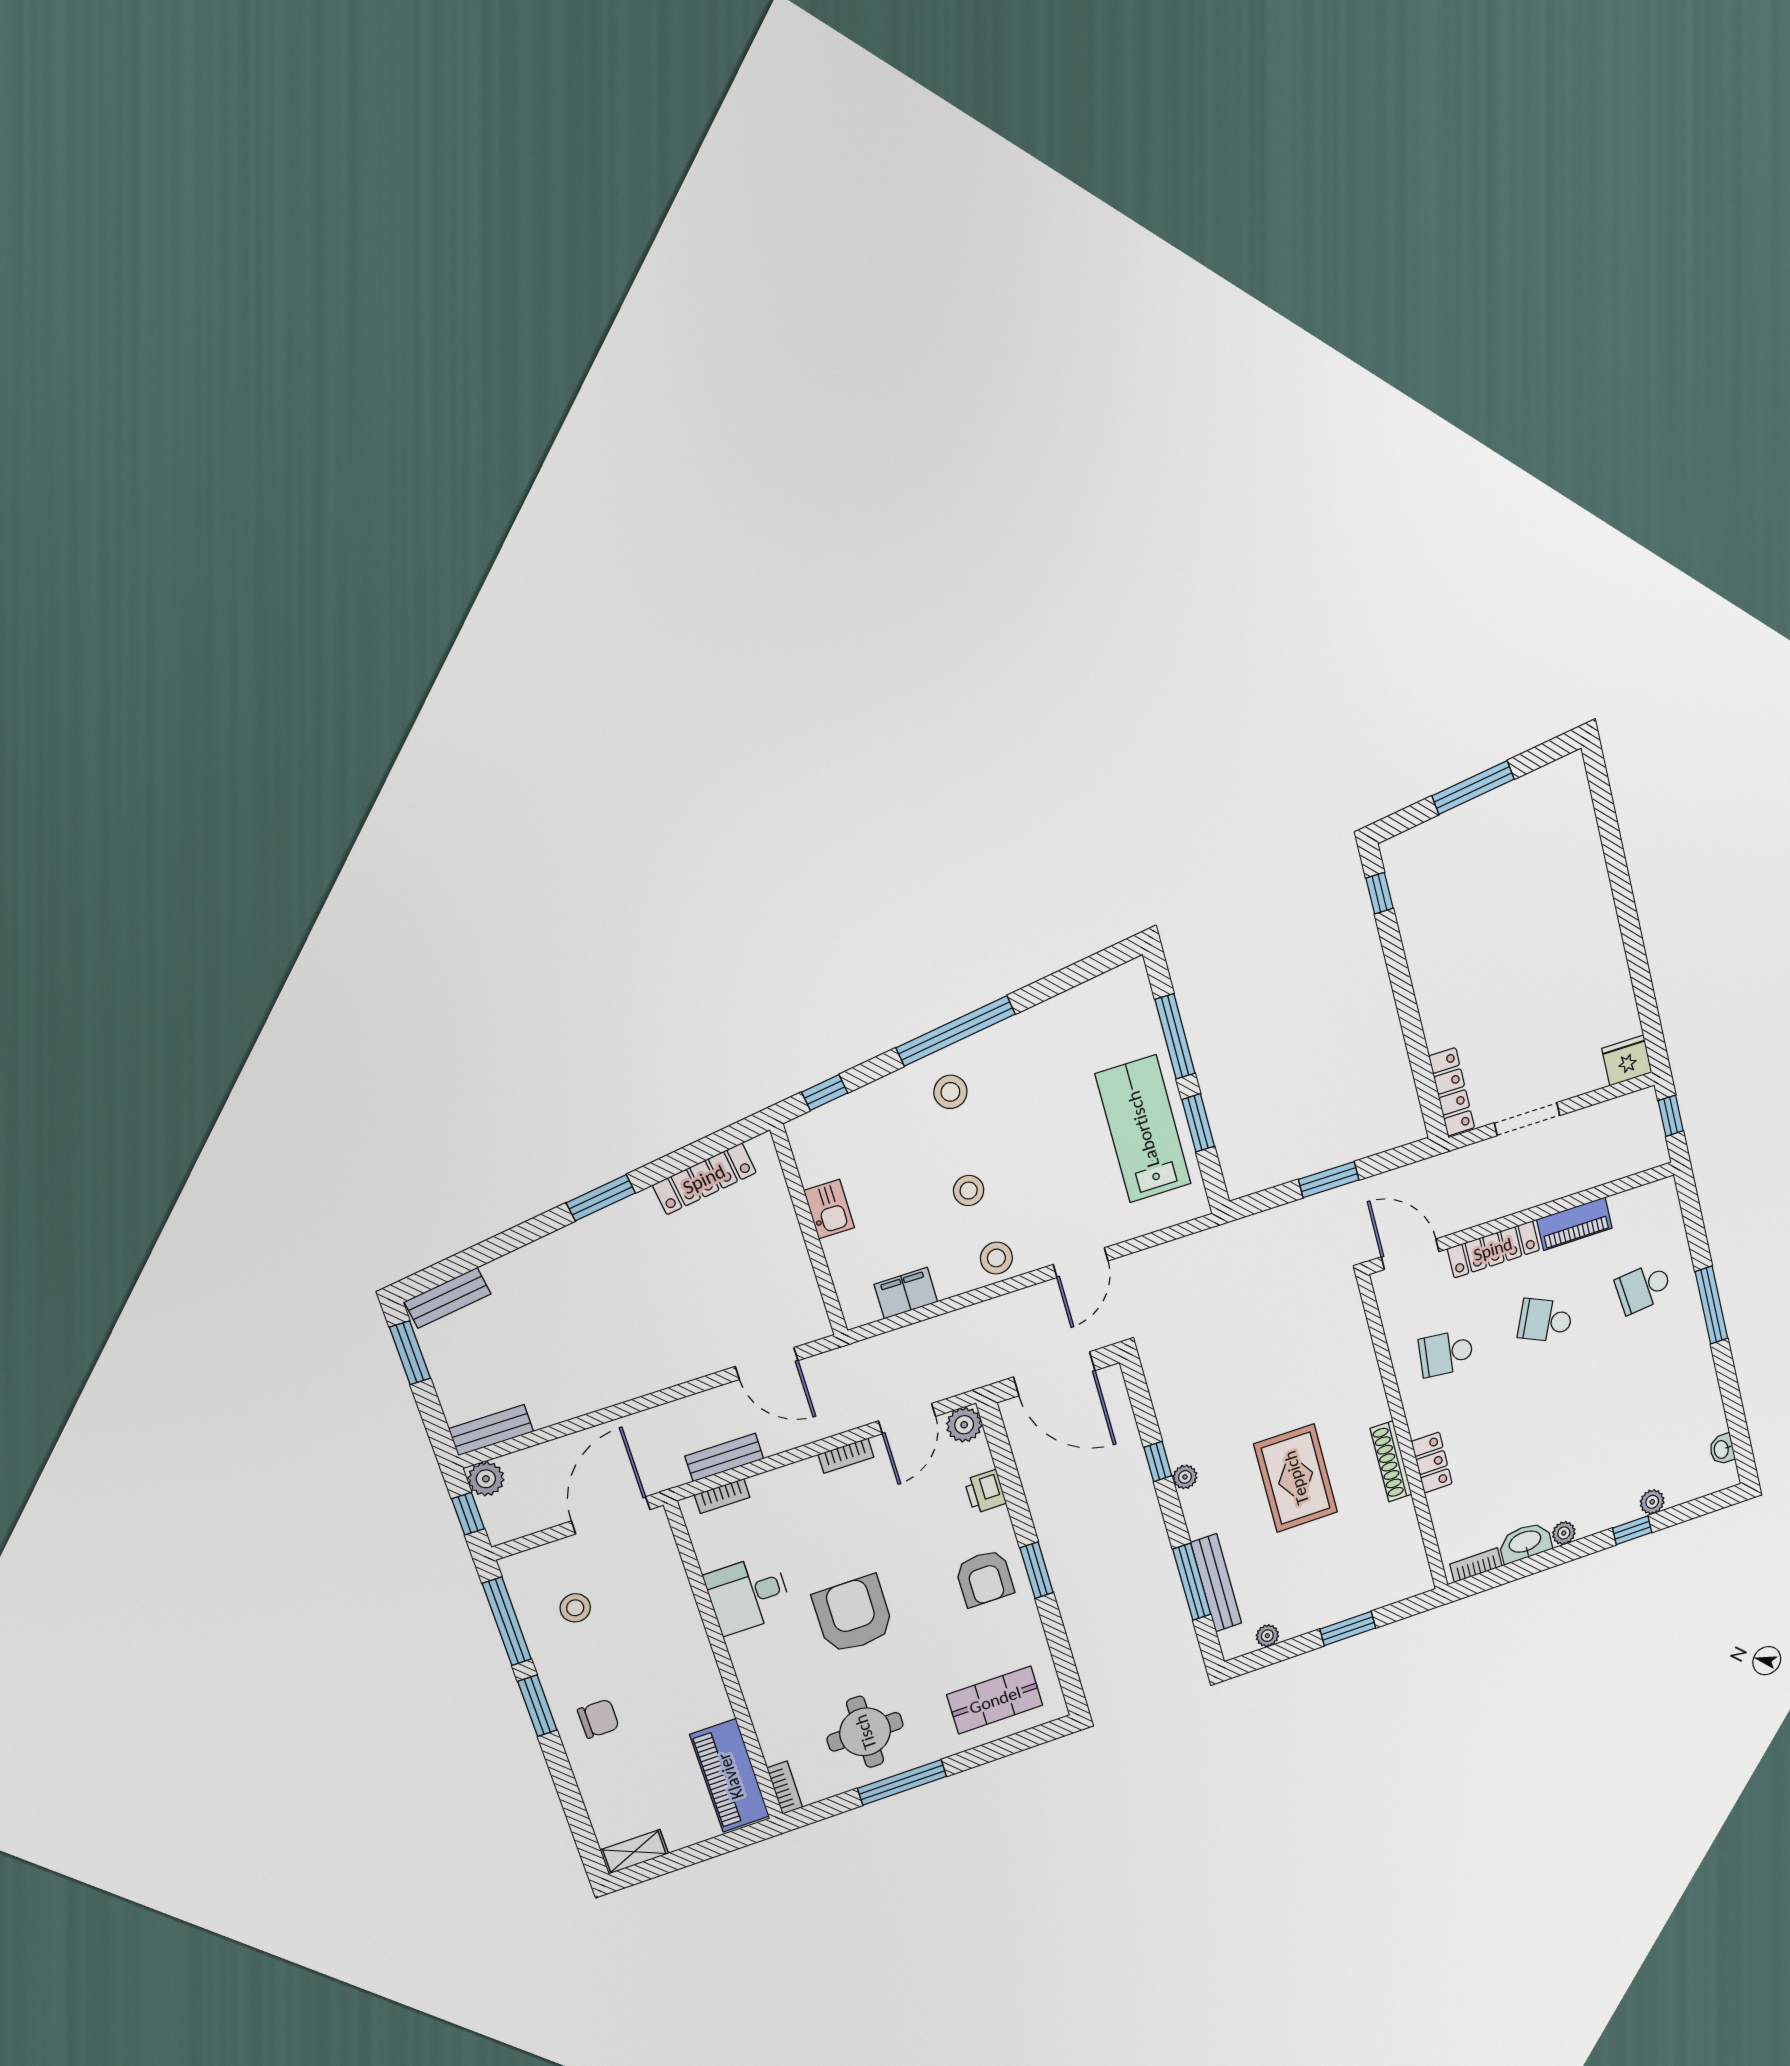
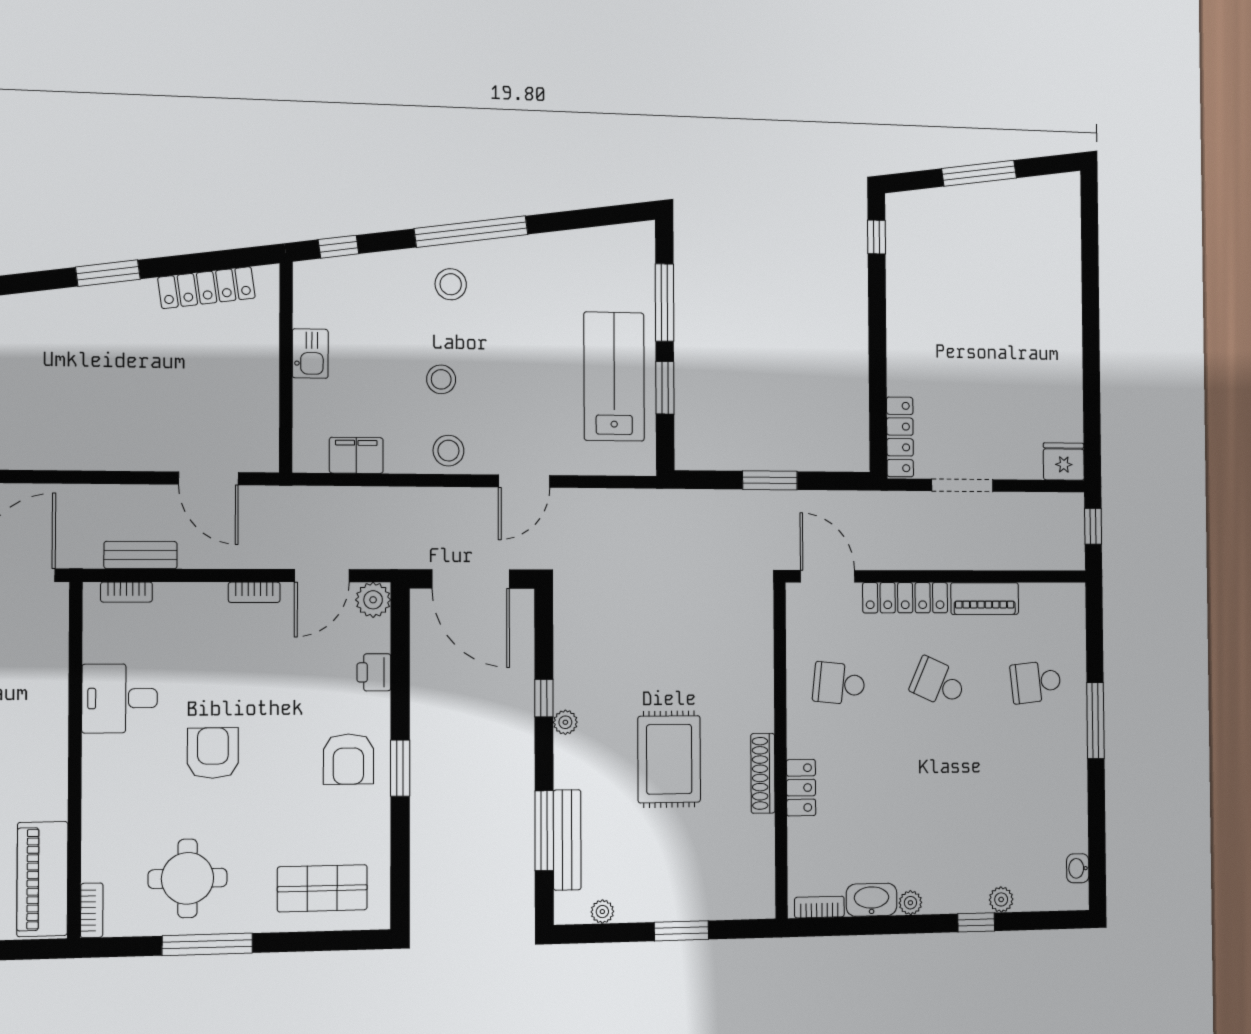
armchair: (853, 1615) -> (213, 753), width x0.73, depth x0.73

